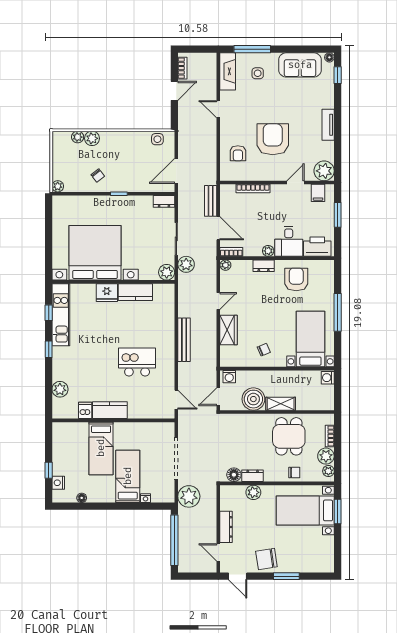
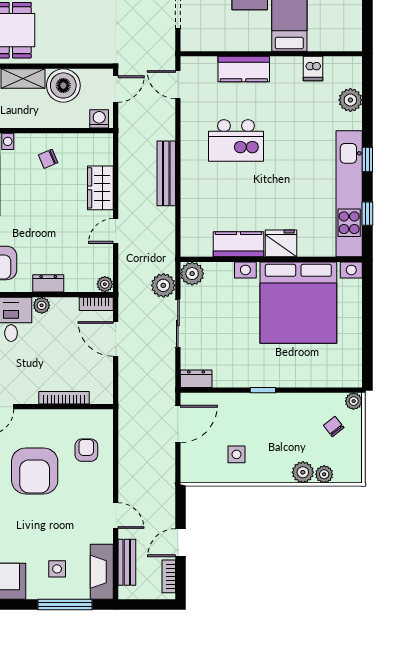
side table: (157, 139) -> (237, 454), moved
chair: (98, 176) -> (334, 426), moved
bench: (211, 201) -> (127, 562), moved
kitchen unit: (61, 315) -> (349, 194), width x1.36
kitchen counter: (110, 410) -> (244, 69), moved

